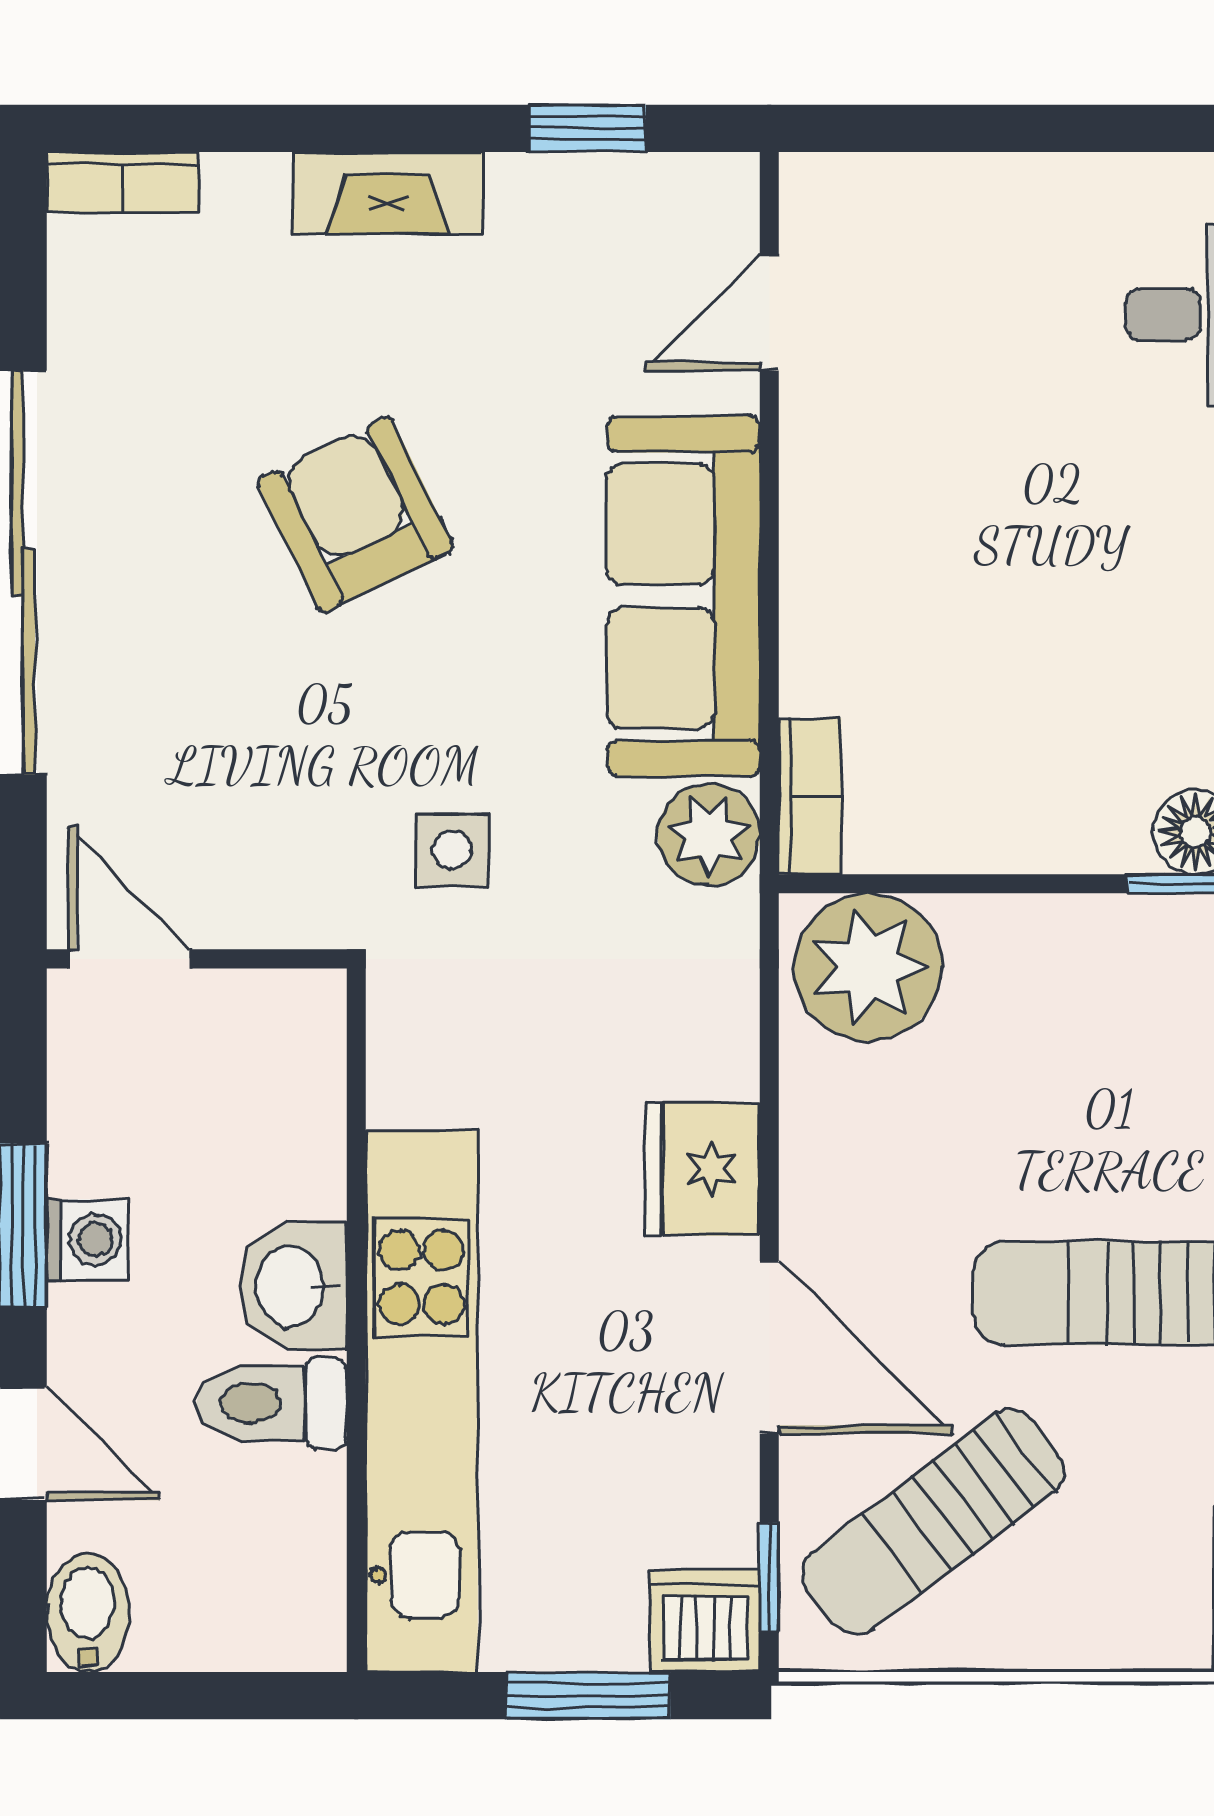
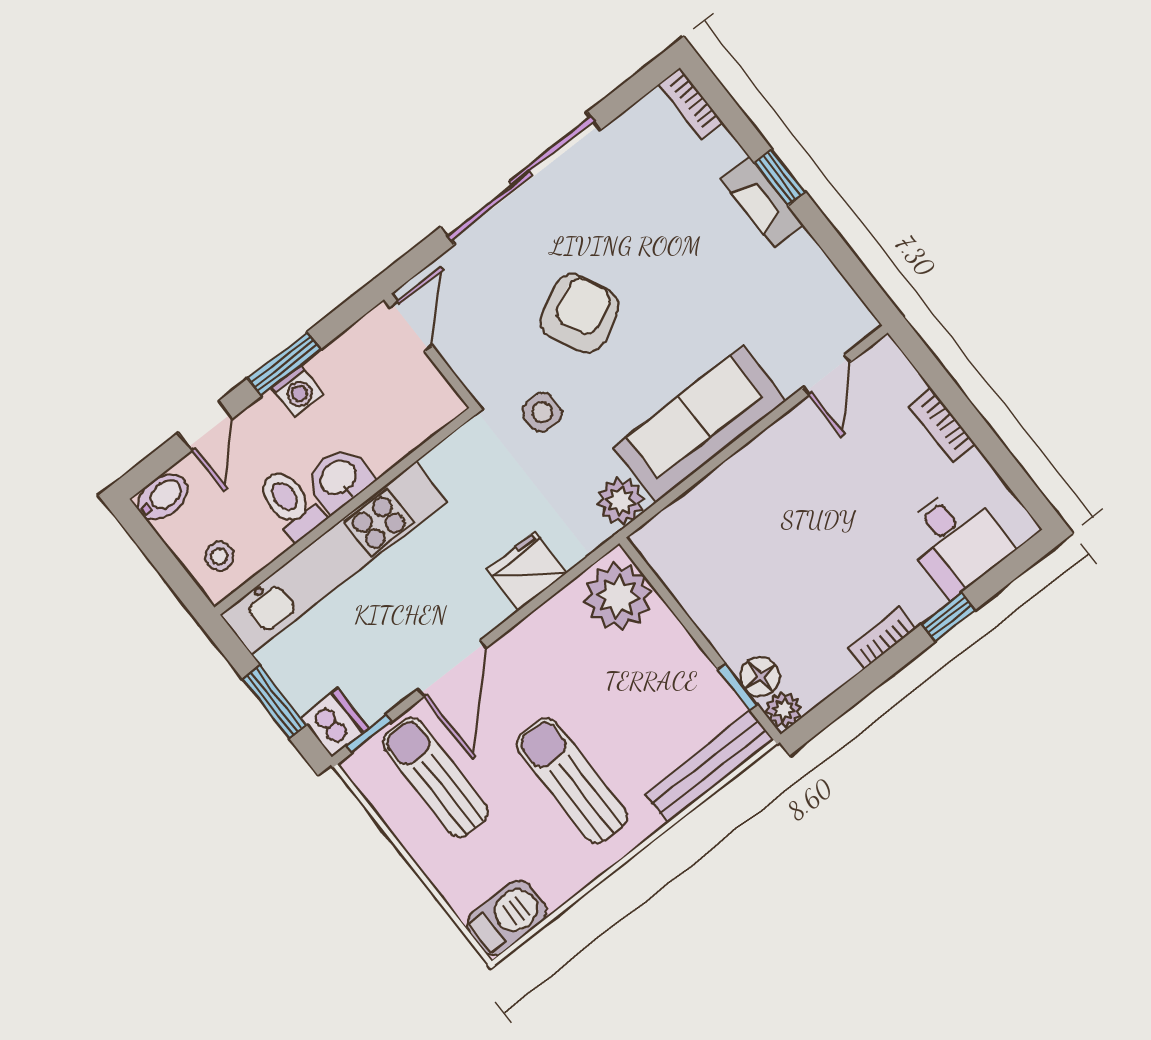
window: (587, 128) -> (780, 177), moved
door: (769, 313) -> (827, 375), swing flipped
armchair: (355, 515) -> (580, 313), moved
bookcase: (810, 796) -> (942, 425), moved, turned 90
fridge: (703, 1169) -> (527, 571), moved
sun lounger: (933, 1522) -> (435, 777), turned 37
stool: (265, 1594) -> (219, 556), added

